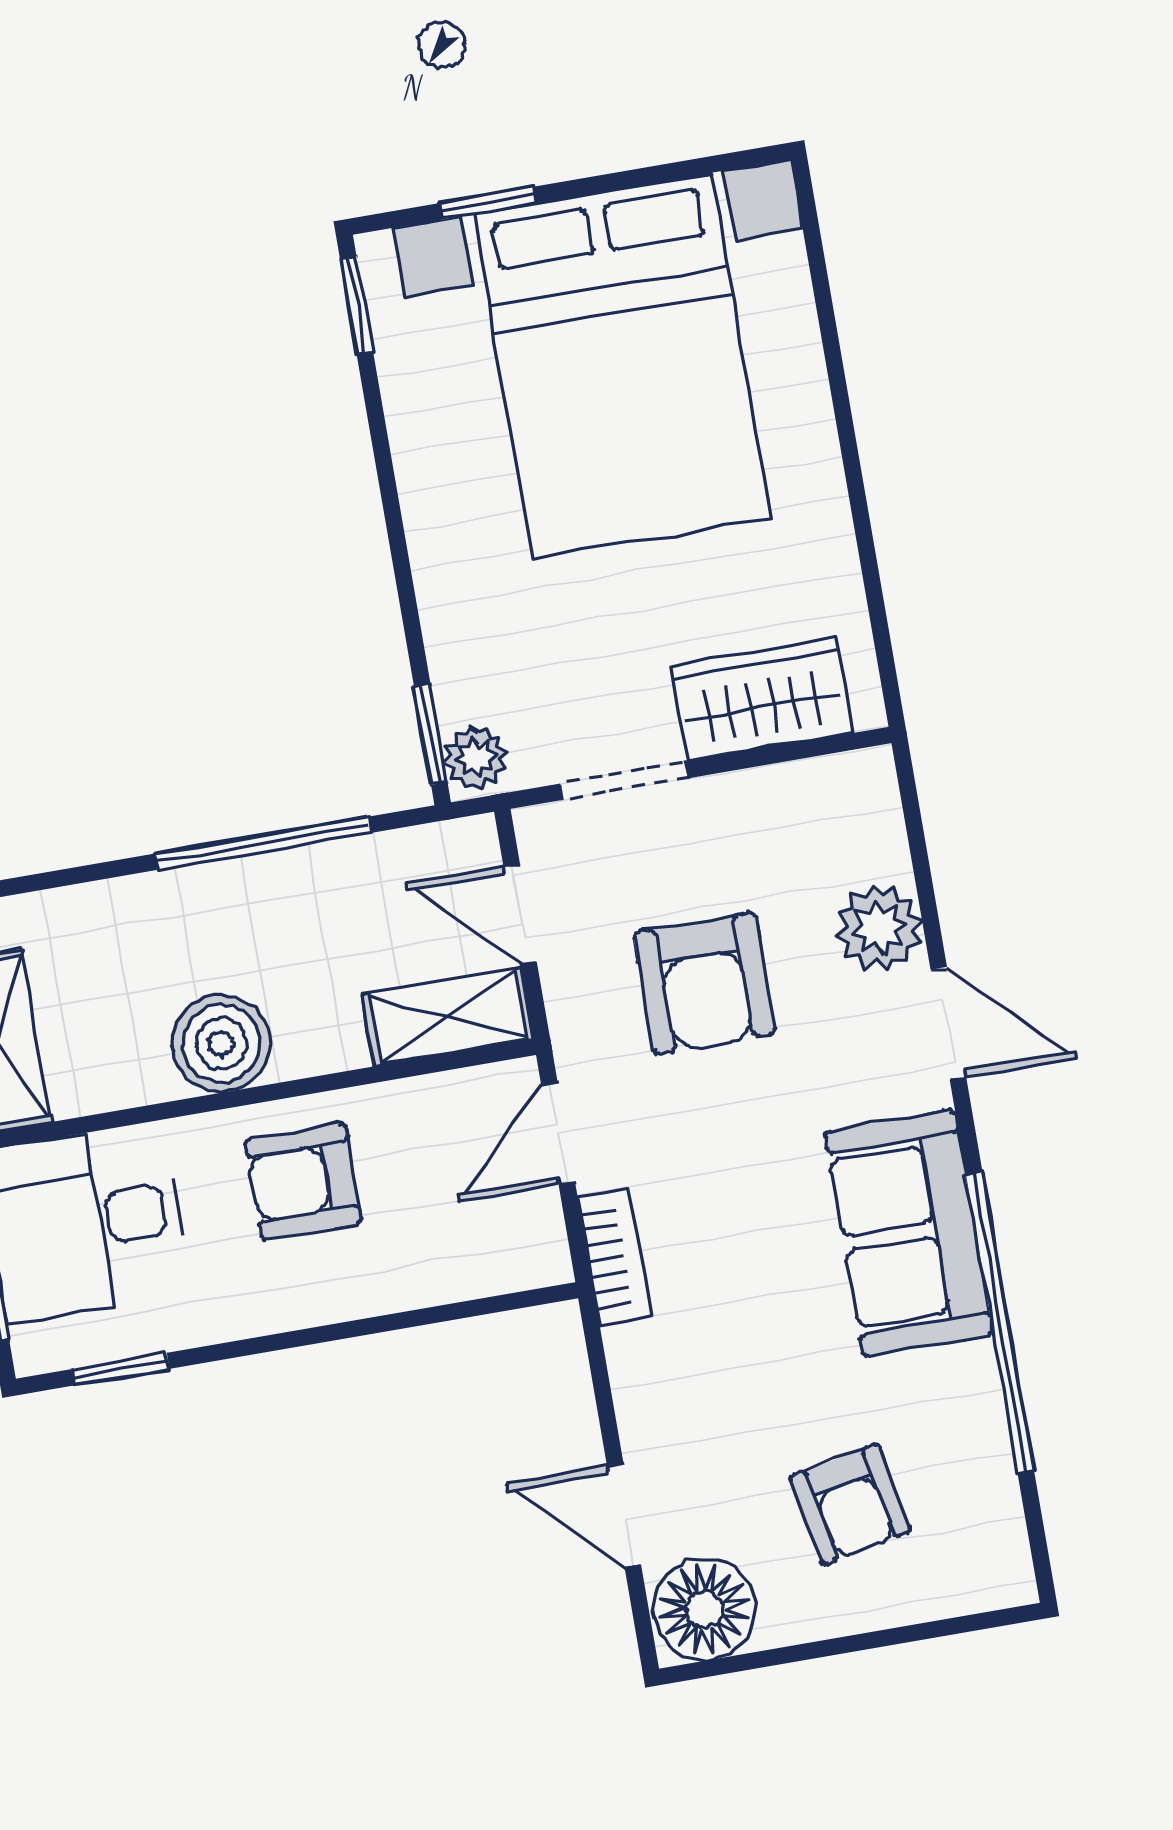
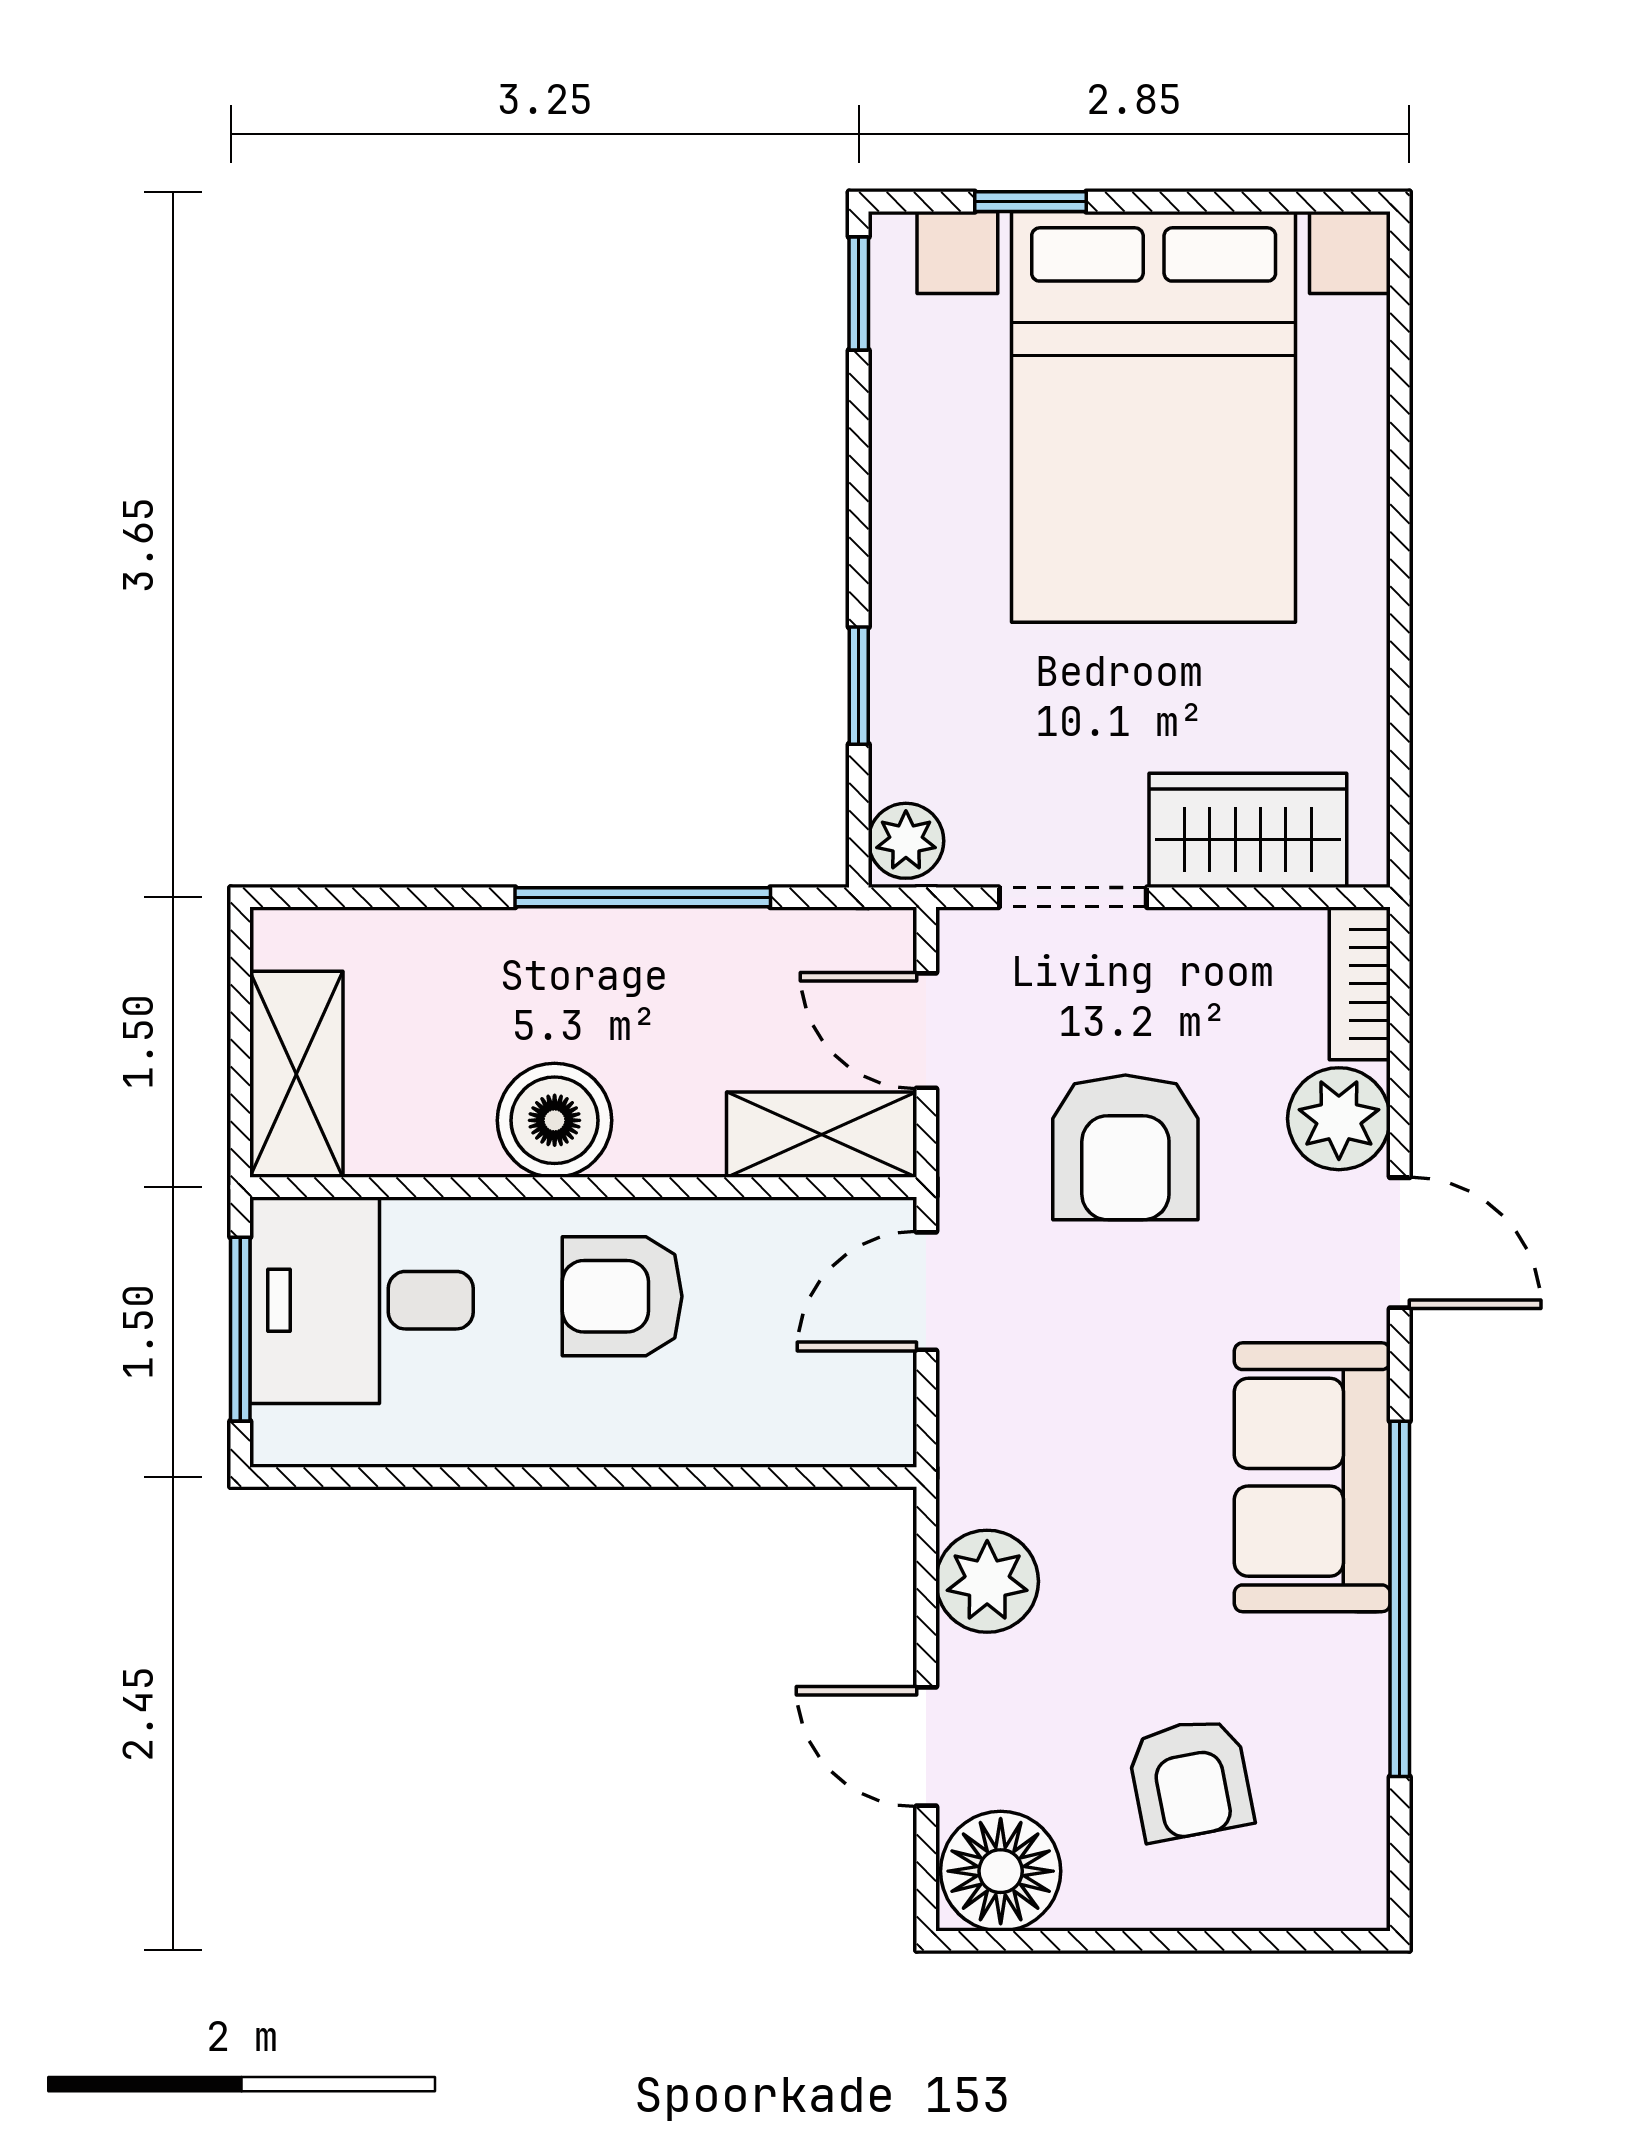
window: (431, 734) -> (859, 686), moved
bookcase: (614, 1257) -> (1360, 984), moved, turned 180
plant: (651, 1368) -> (987, 1581), added
window: (120, 1369) -> (373, 1477), removed

